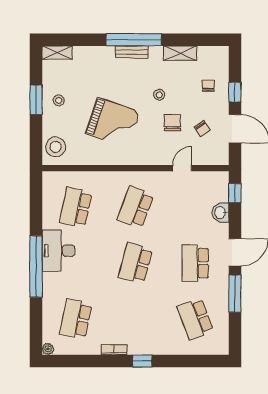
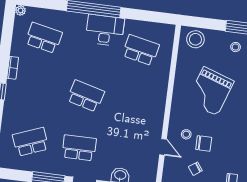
stool: (159, 95) -> (186, 134), moved
school desk: (135, 207) -> (134, 102), removed

